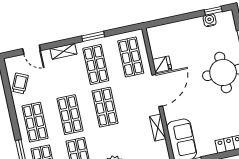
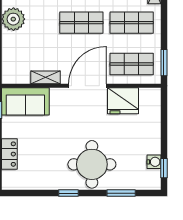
window: (93, 36) -> (164, 63), moved
fridge: (162, 64) -> (123, 101), width x1.88, depth x1.34
door: (157, 90) -> (88, 86), swing flipped

